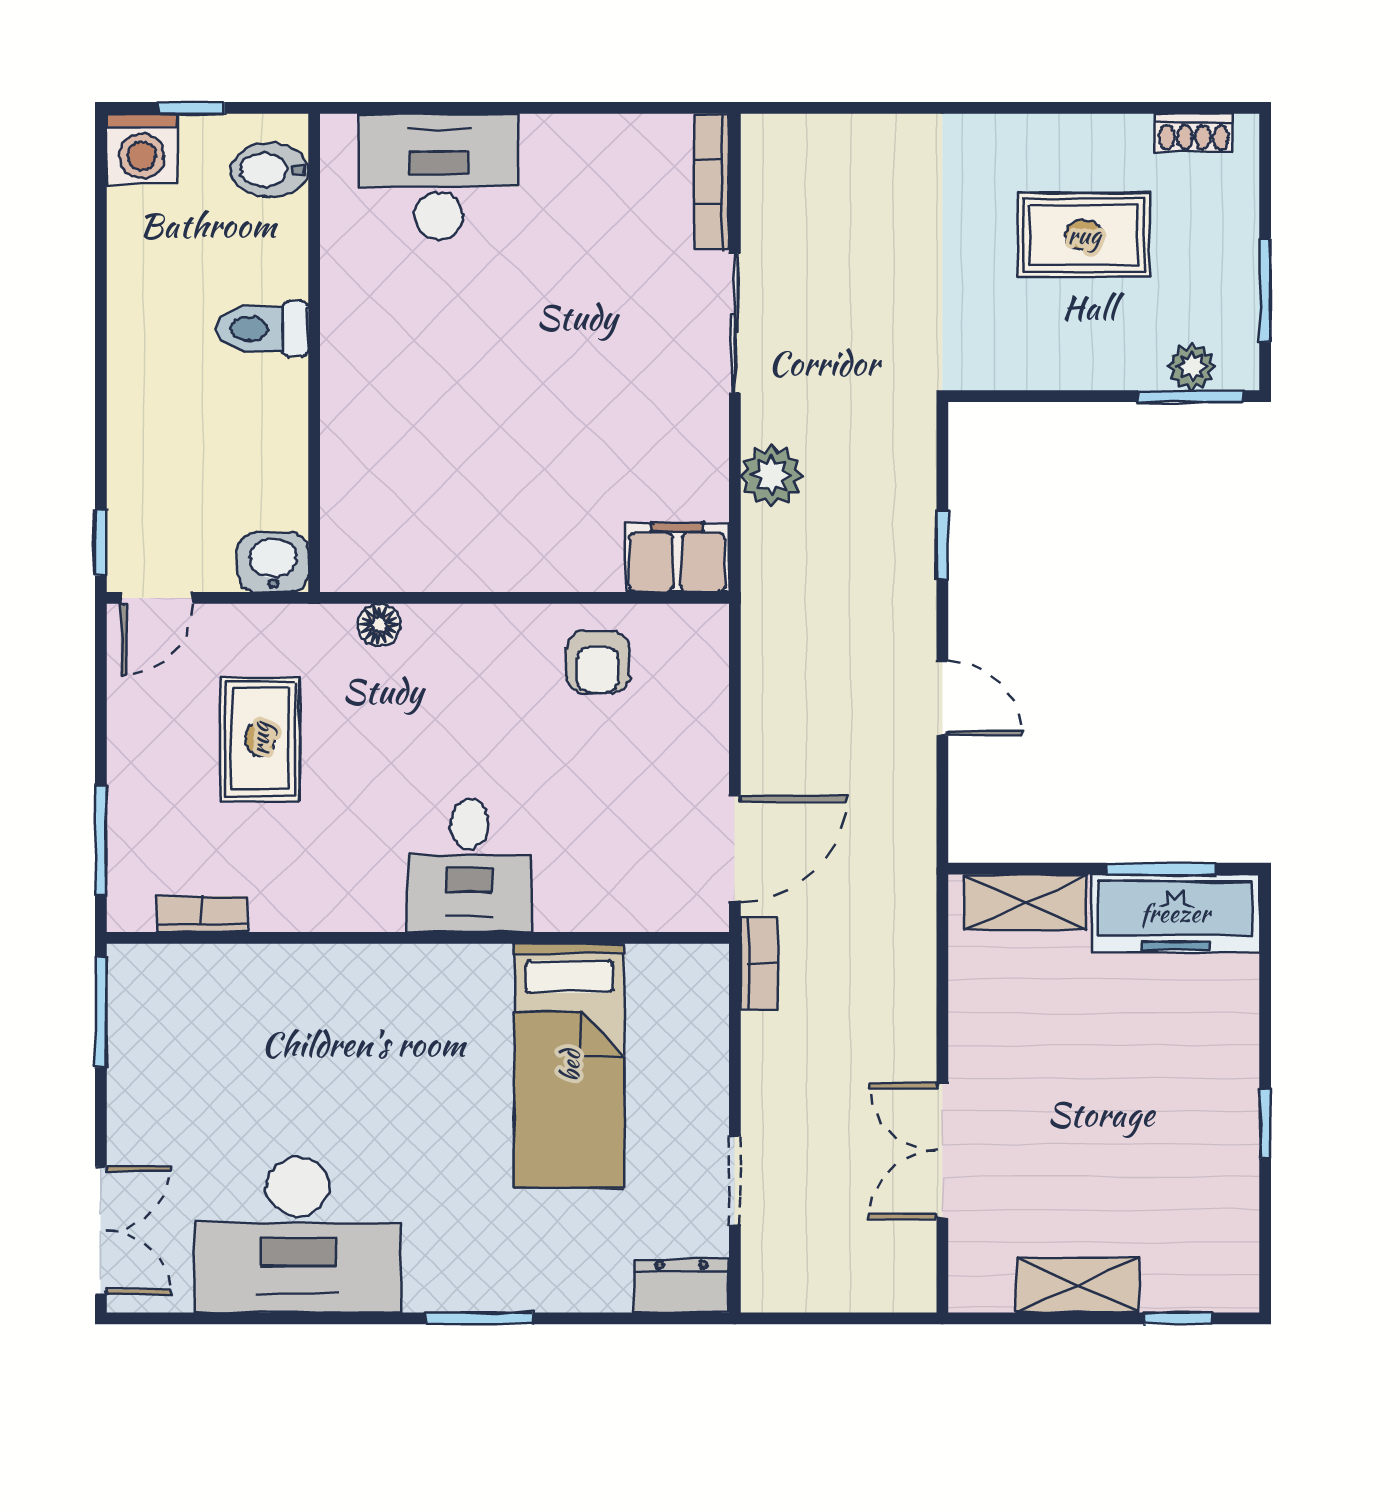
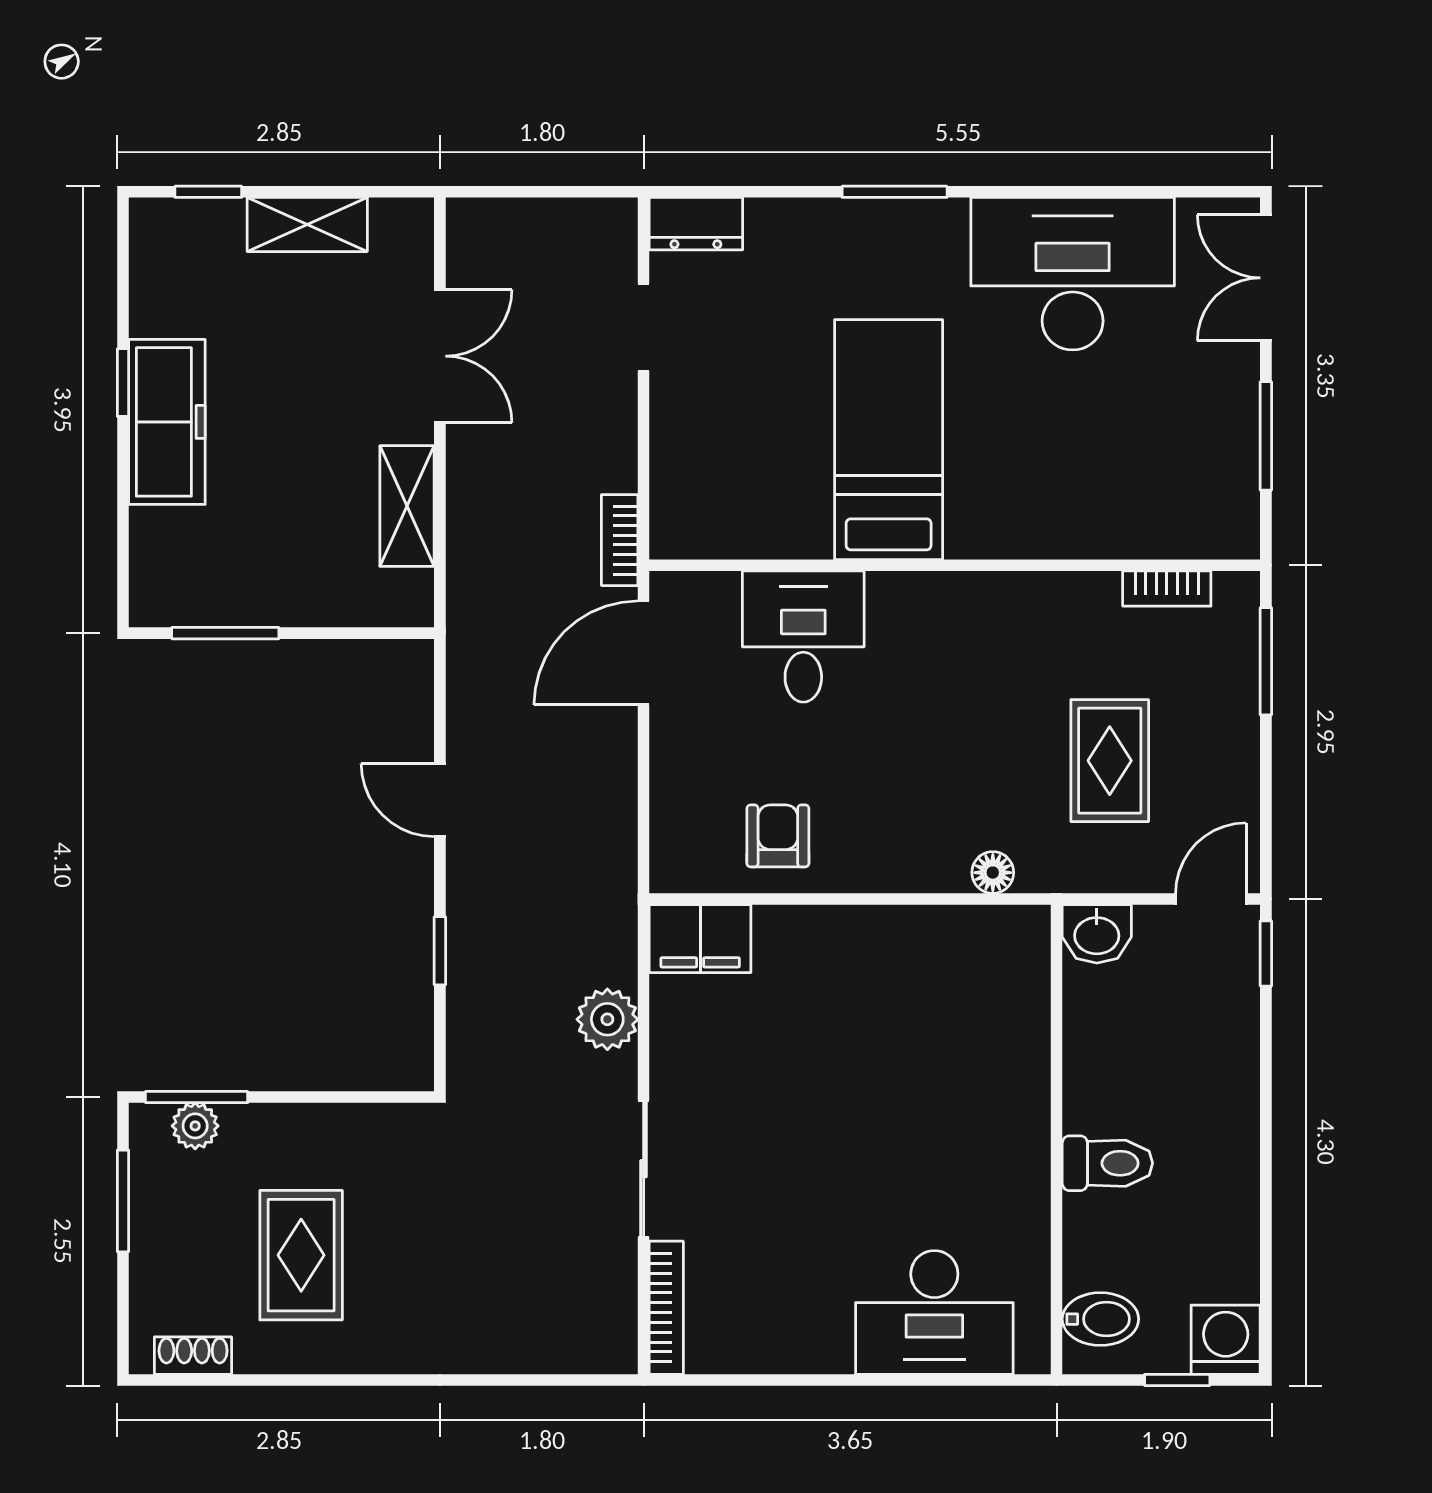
rug: (1084, 235) -> (301, 1255), turned 90
desk: (469, 865) -> (803, 636), moved
shelving: (1025, 902) -> (407, 506), moved, turned 90
freezer: (1175, 913) -> (167, 422), moved, turned 90
window: (101, 1012) -> (1266, 436), moved
bed: (570, 1066) -> (889, 440), moved

